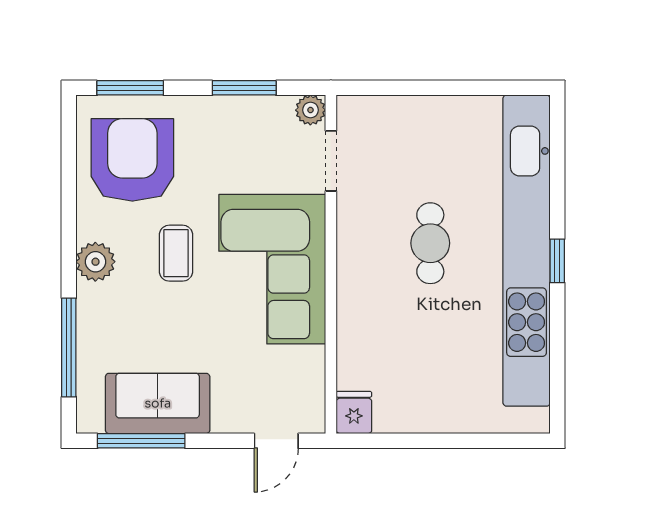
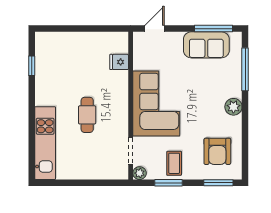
armchair: (132, 160) -> (217, 151), width x0.73, depth x0.73
kitchen unit: (527, 251) -> (45, 143), width x0.54
coffee table: (176, 253) -> (174, 163), moved
window: (557, 261) -> (32, 66), moved
fridge: (354, 412) -> (119, 62), moved, turned 90

